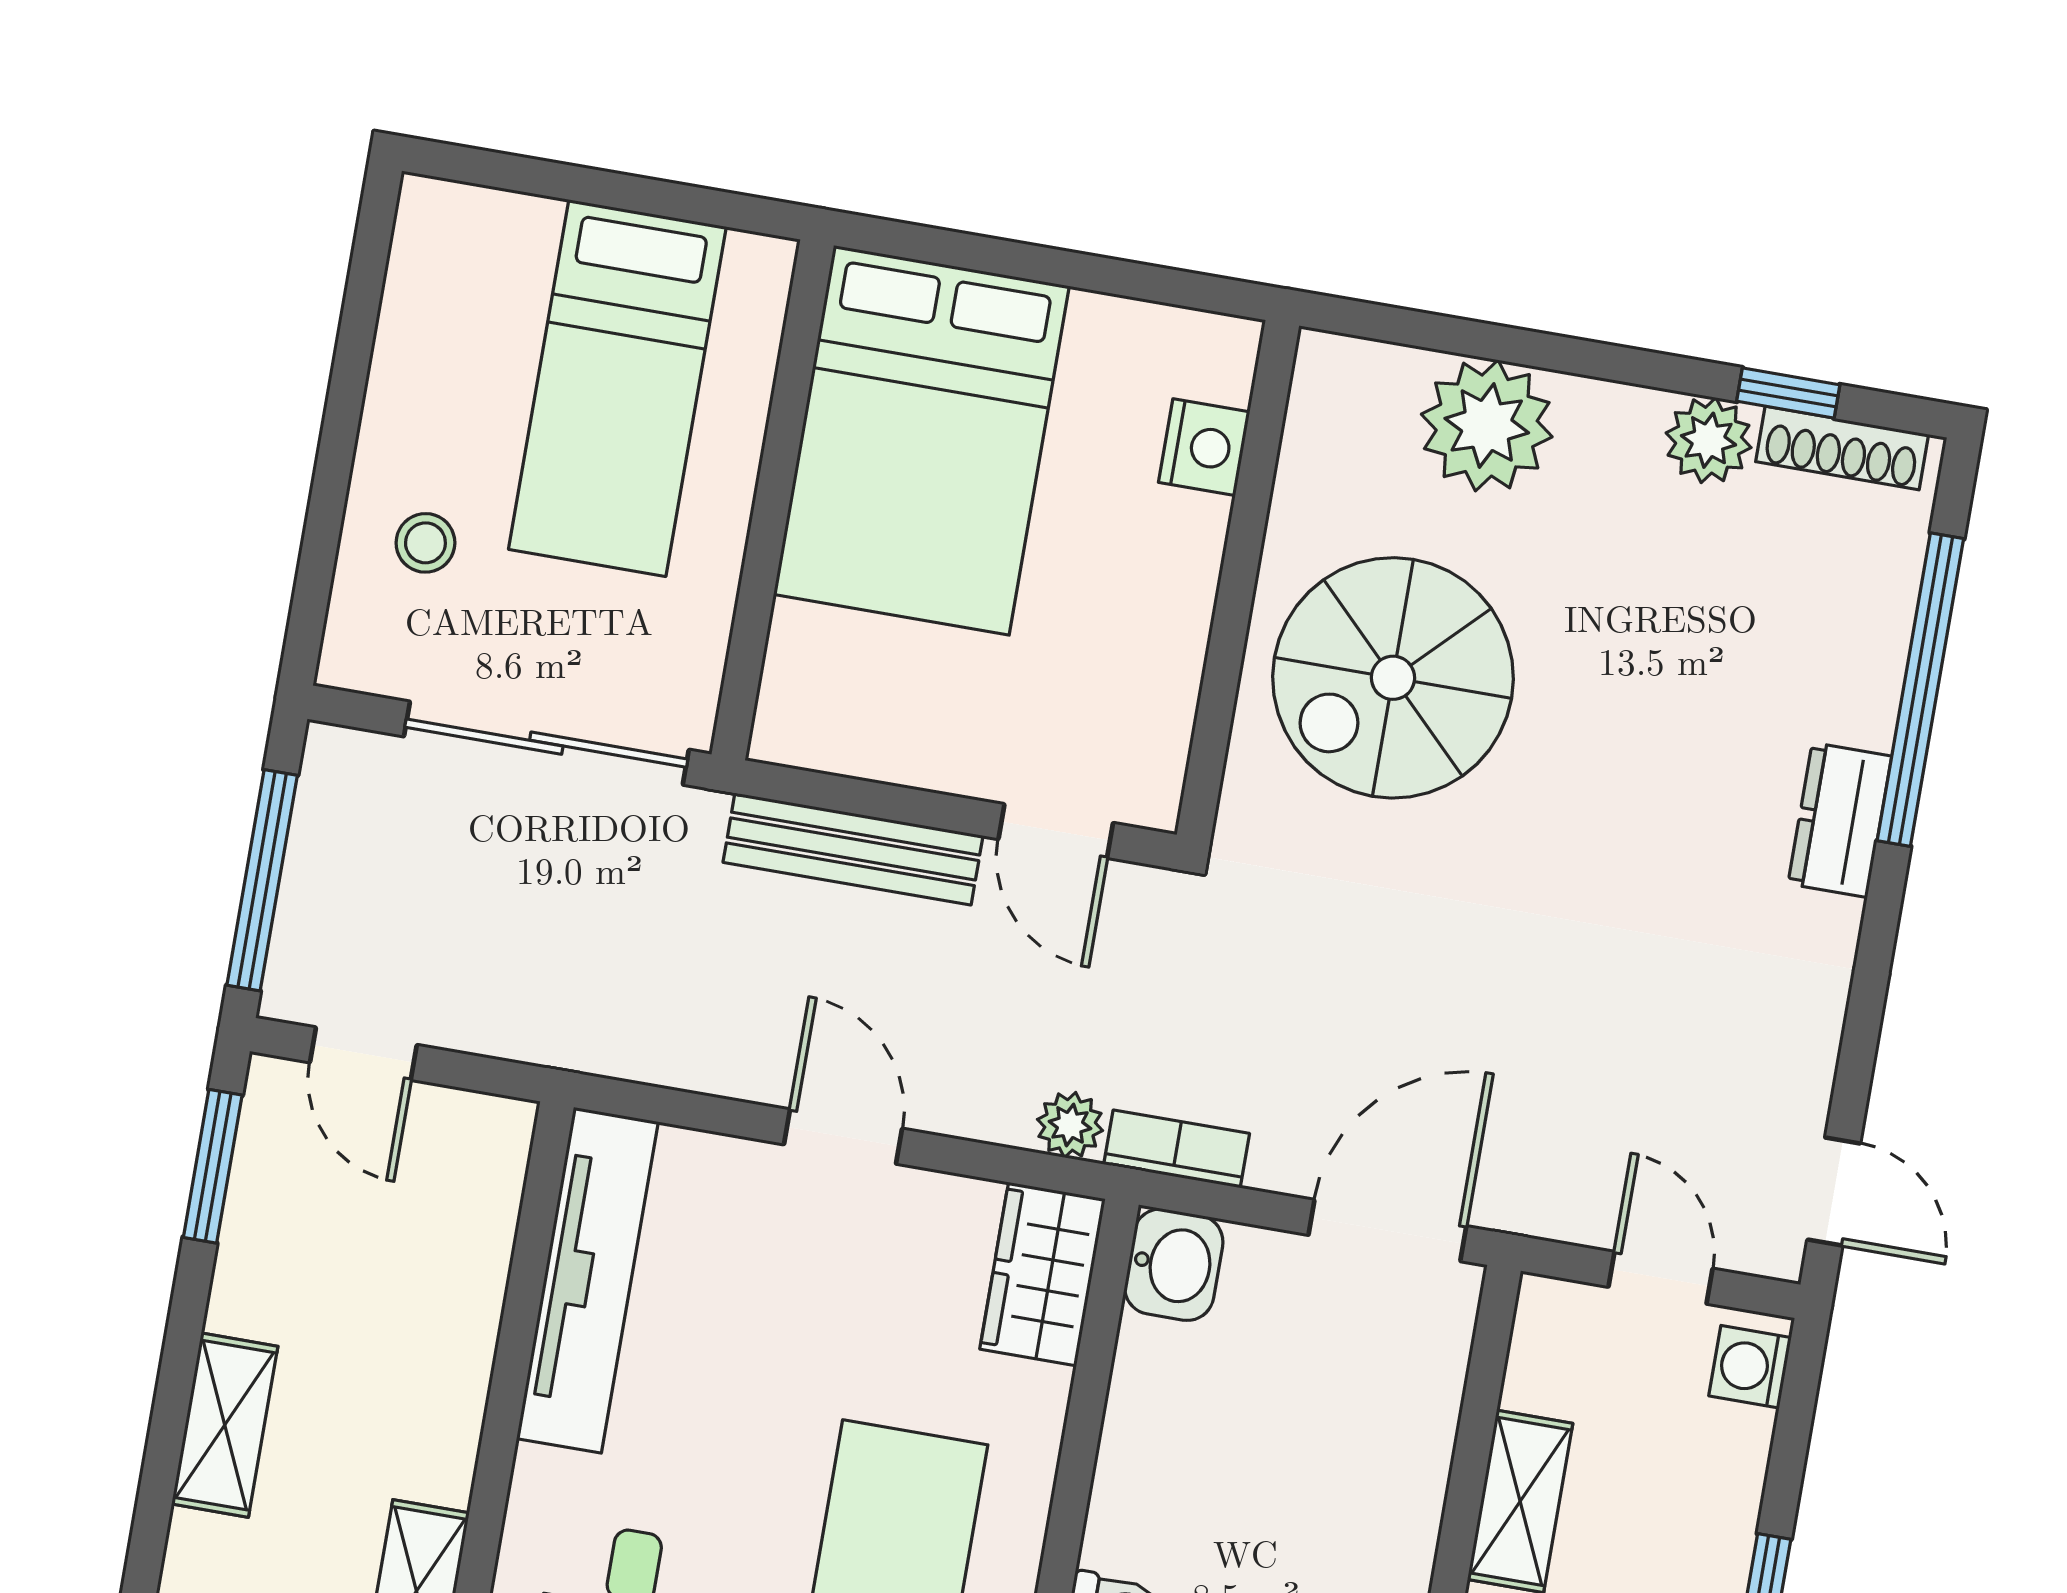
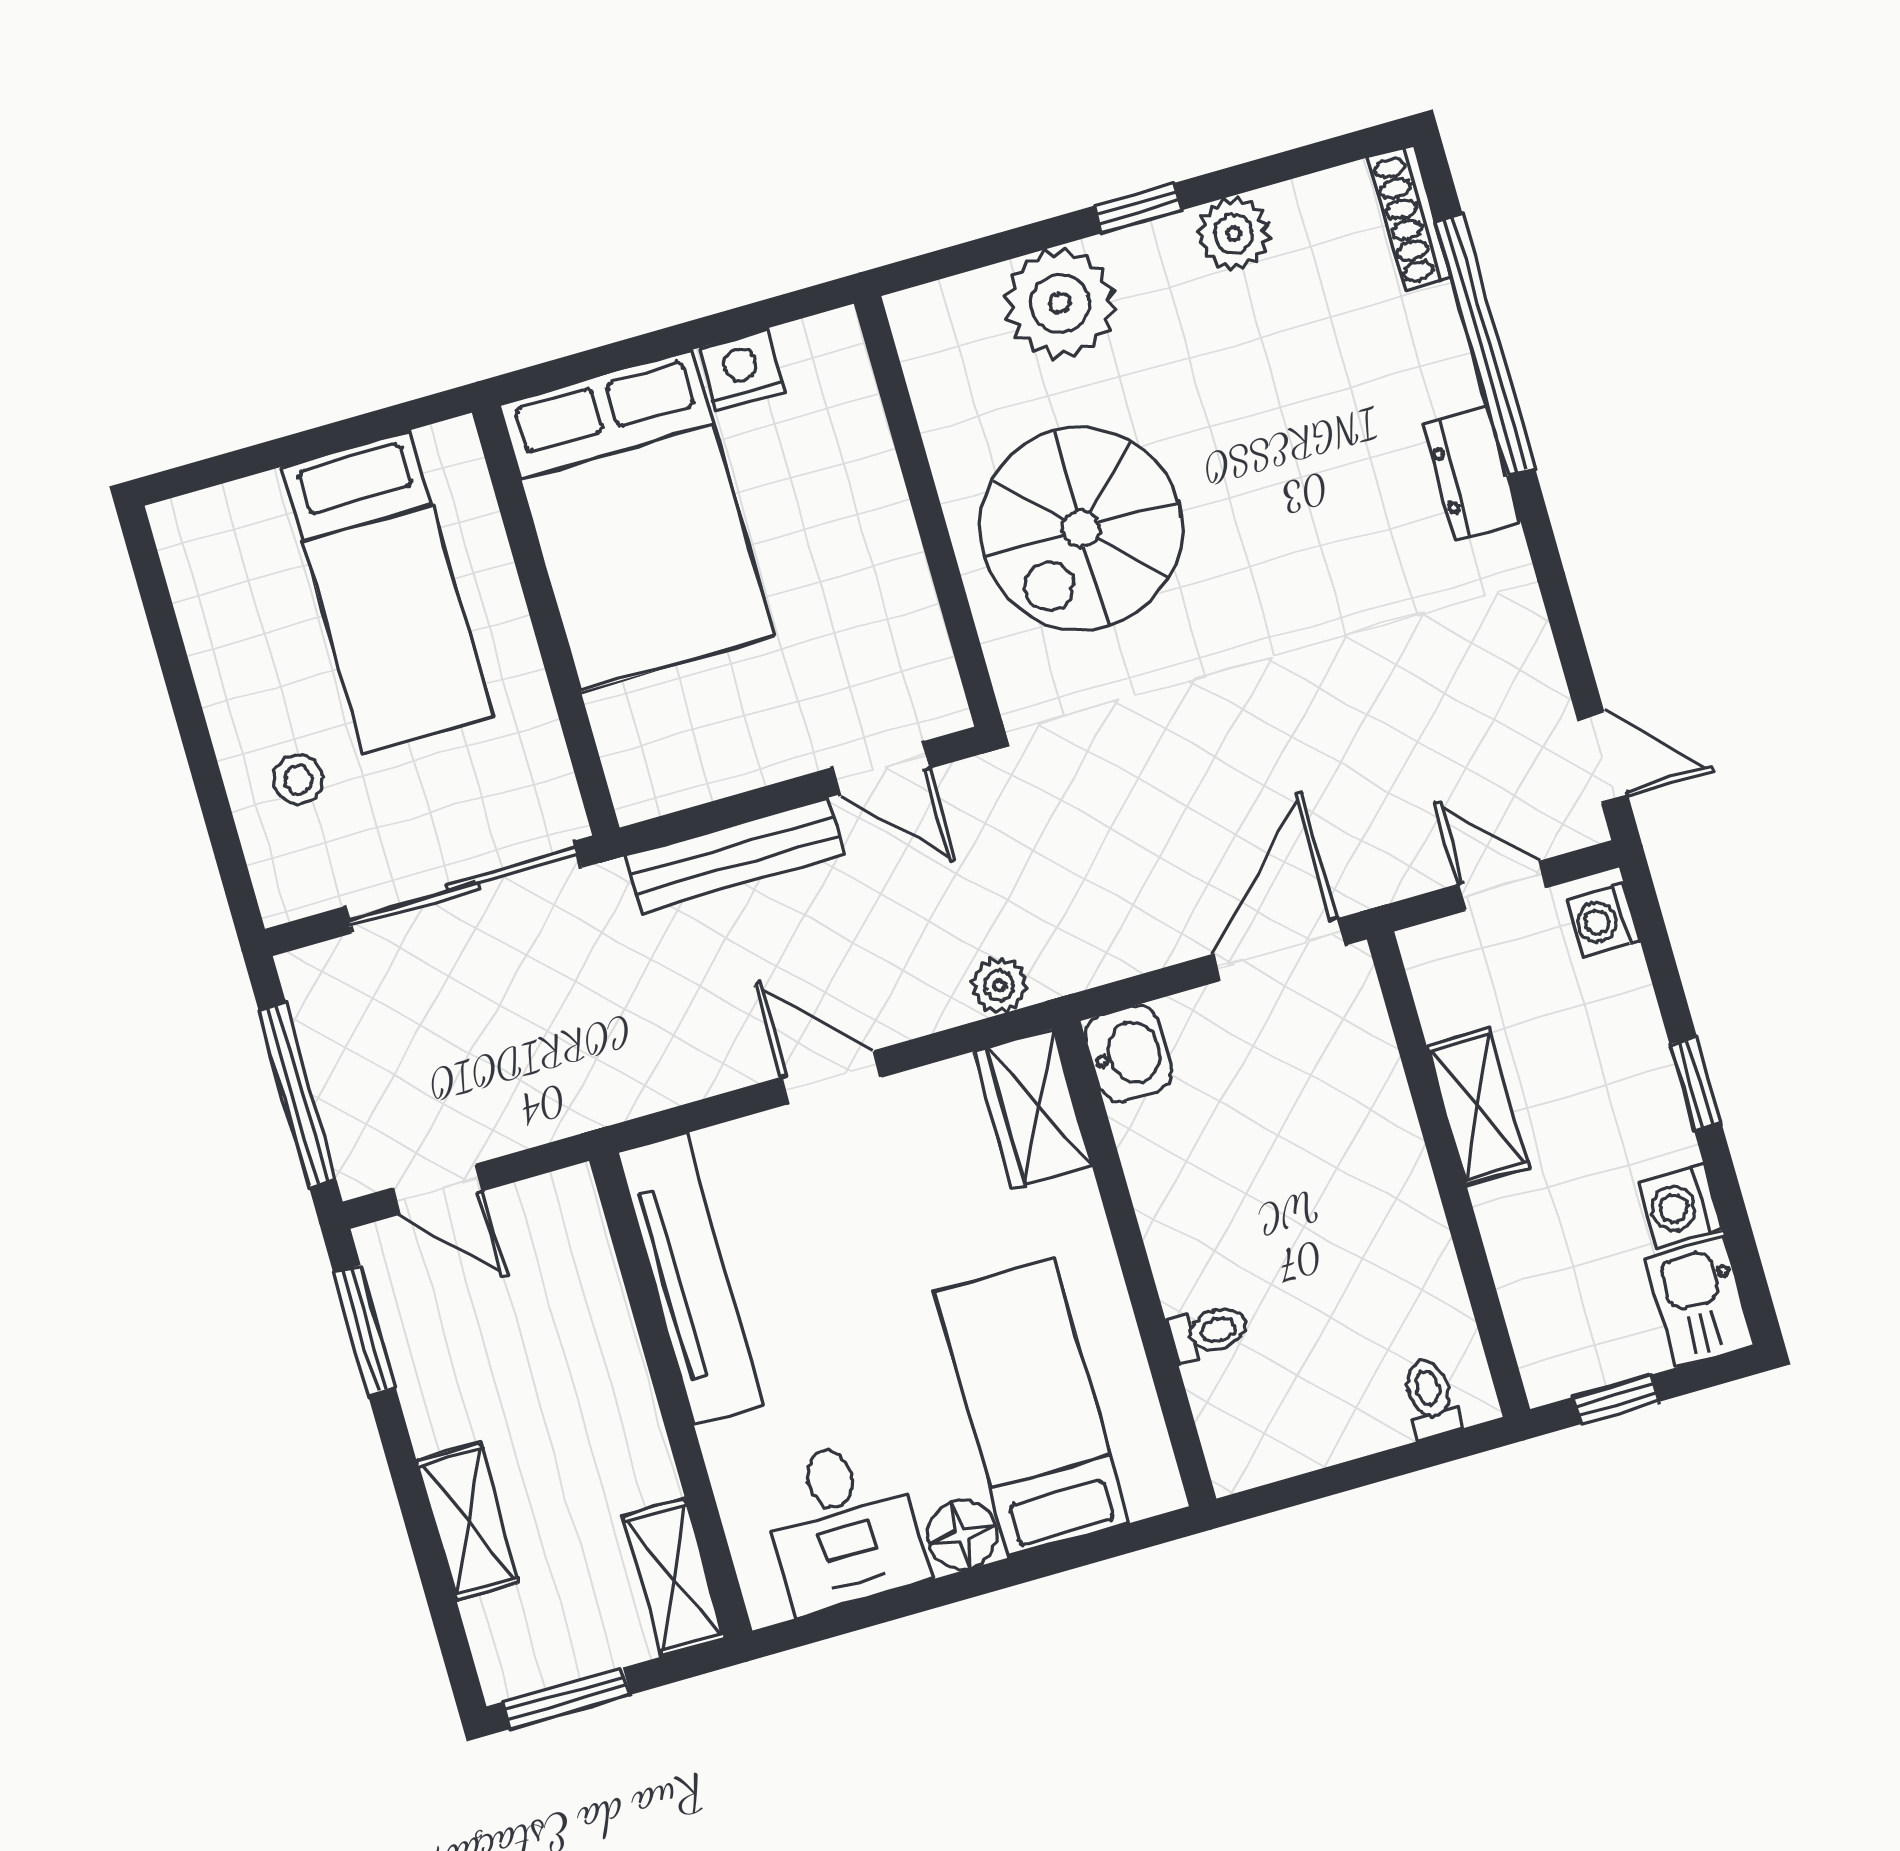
window: (1788, 393) -> (1138, 208), moved
nightstand: (1204, 447) -> (742, 370), moved, turned -90
shoe rack: (1842, 448) -> (1409, 218), moved, turned 90
bookcase: (1177, 1149) -> (1089, 965), removed

